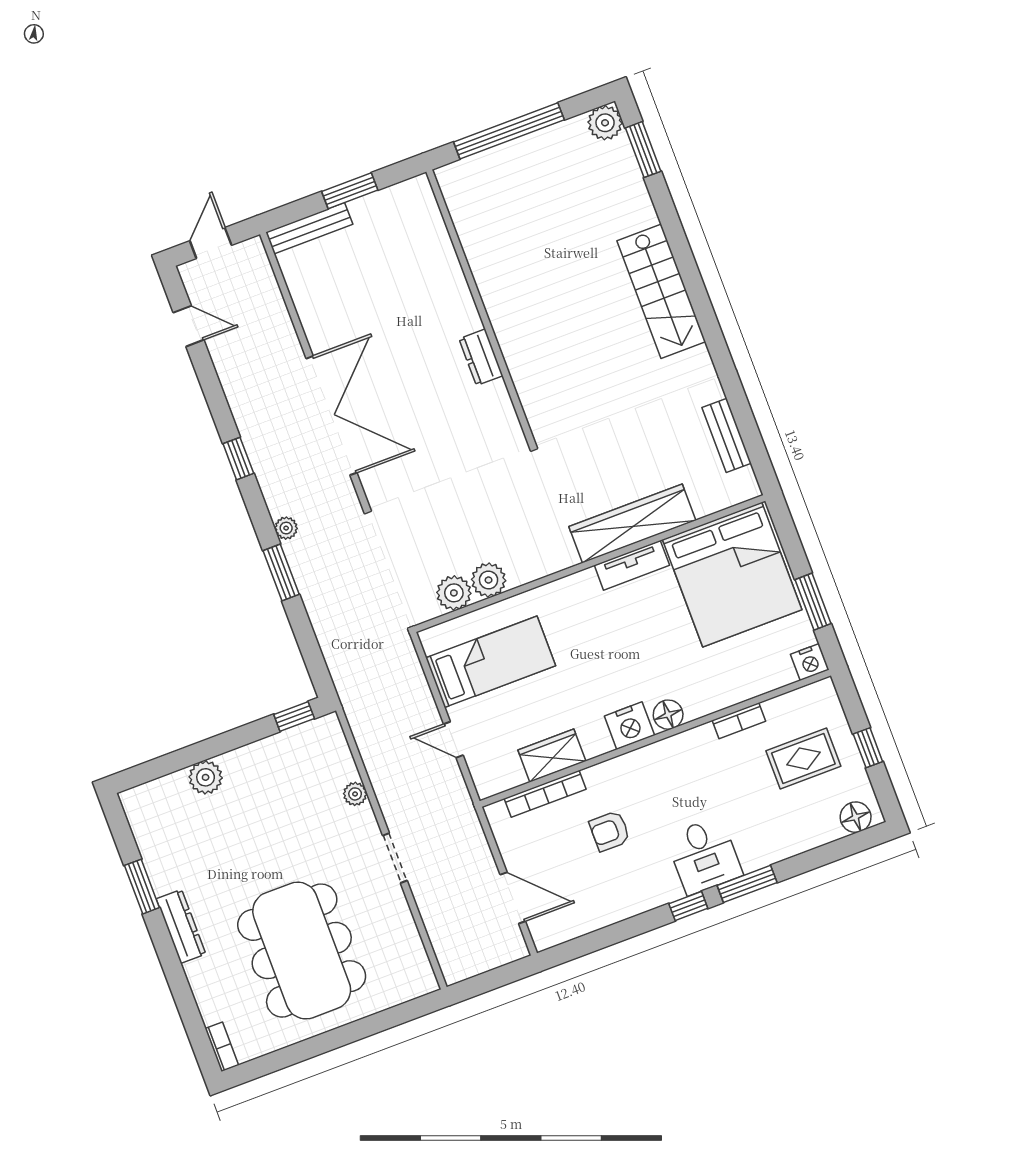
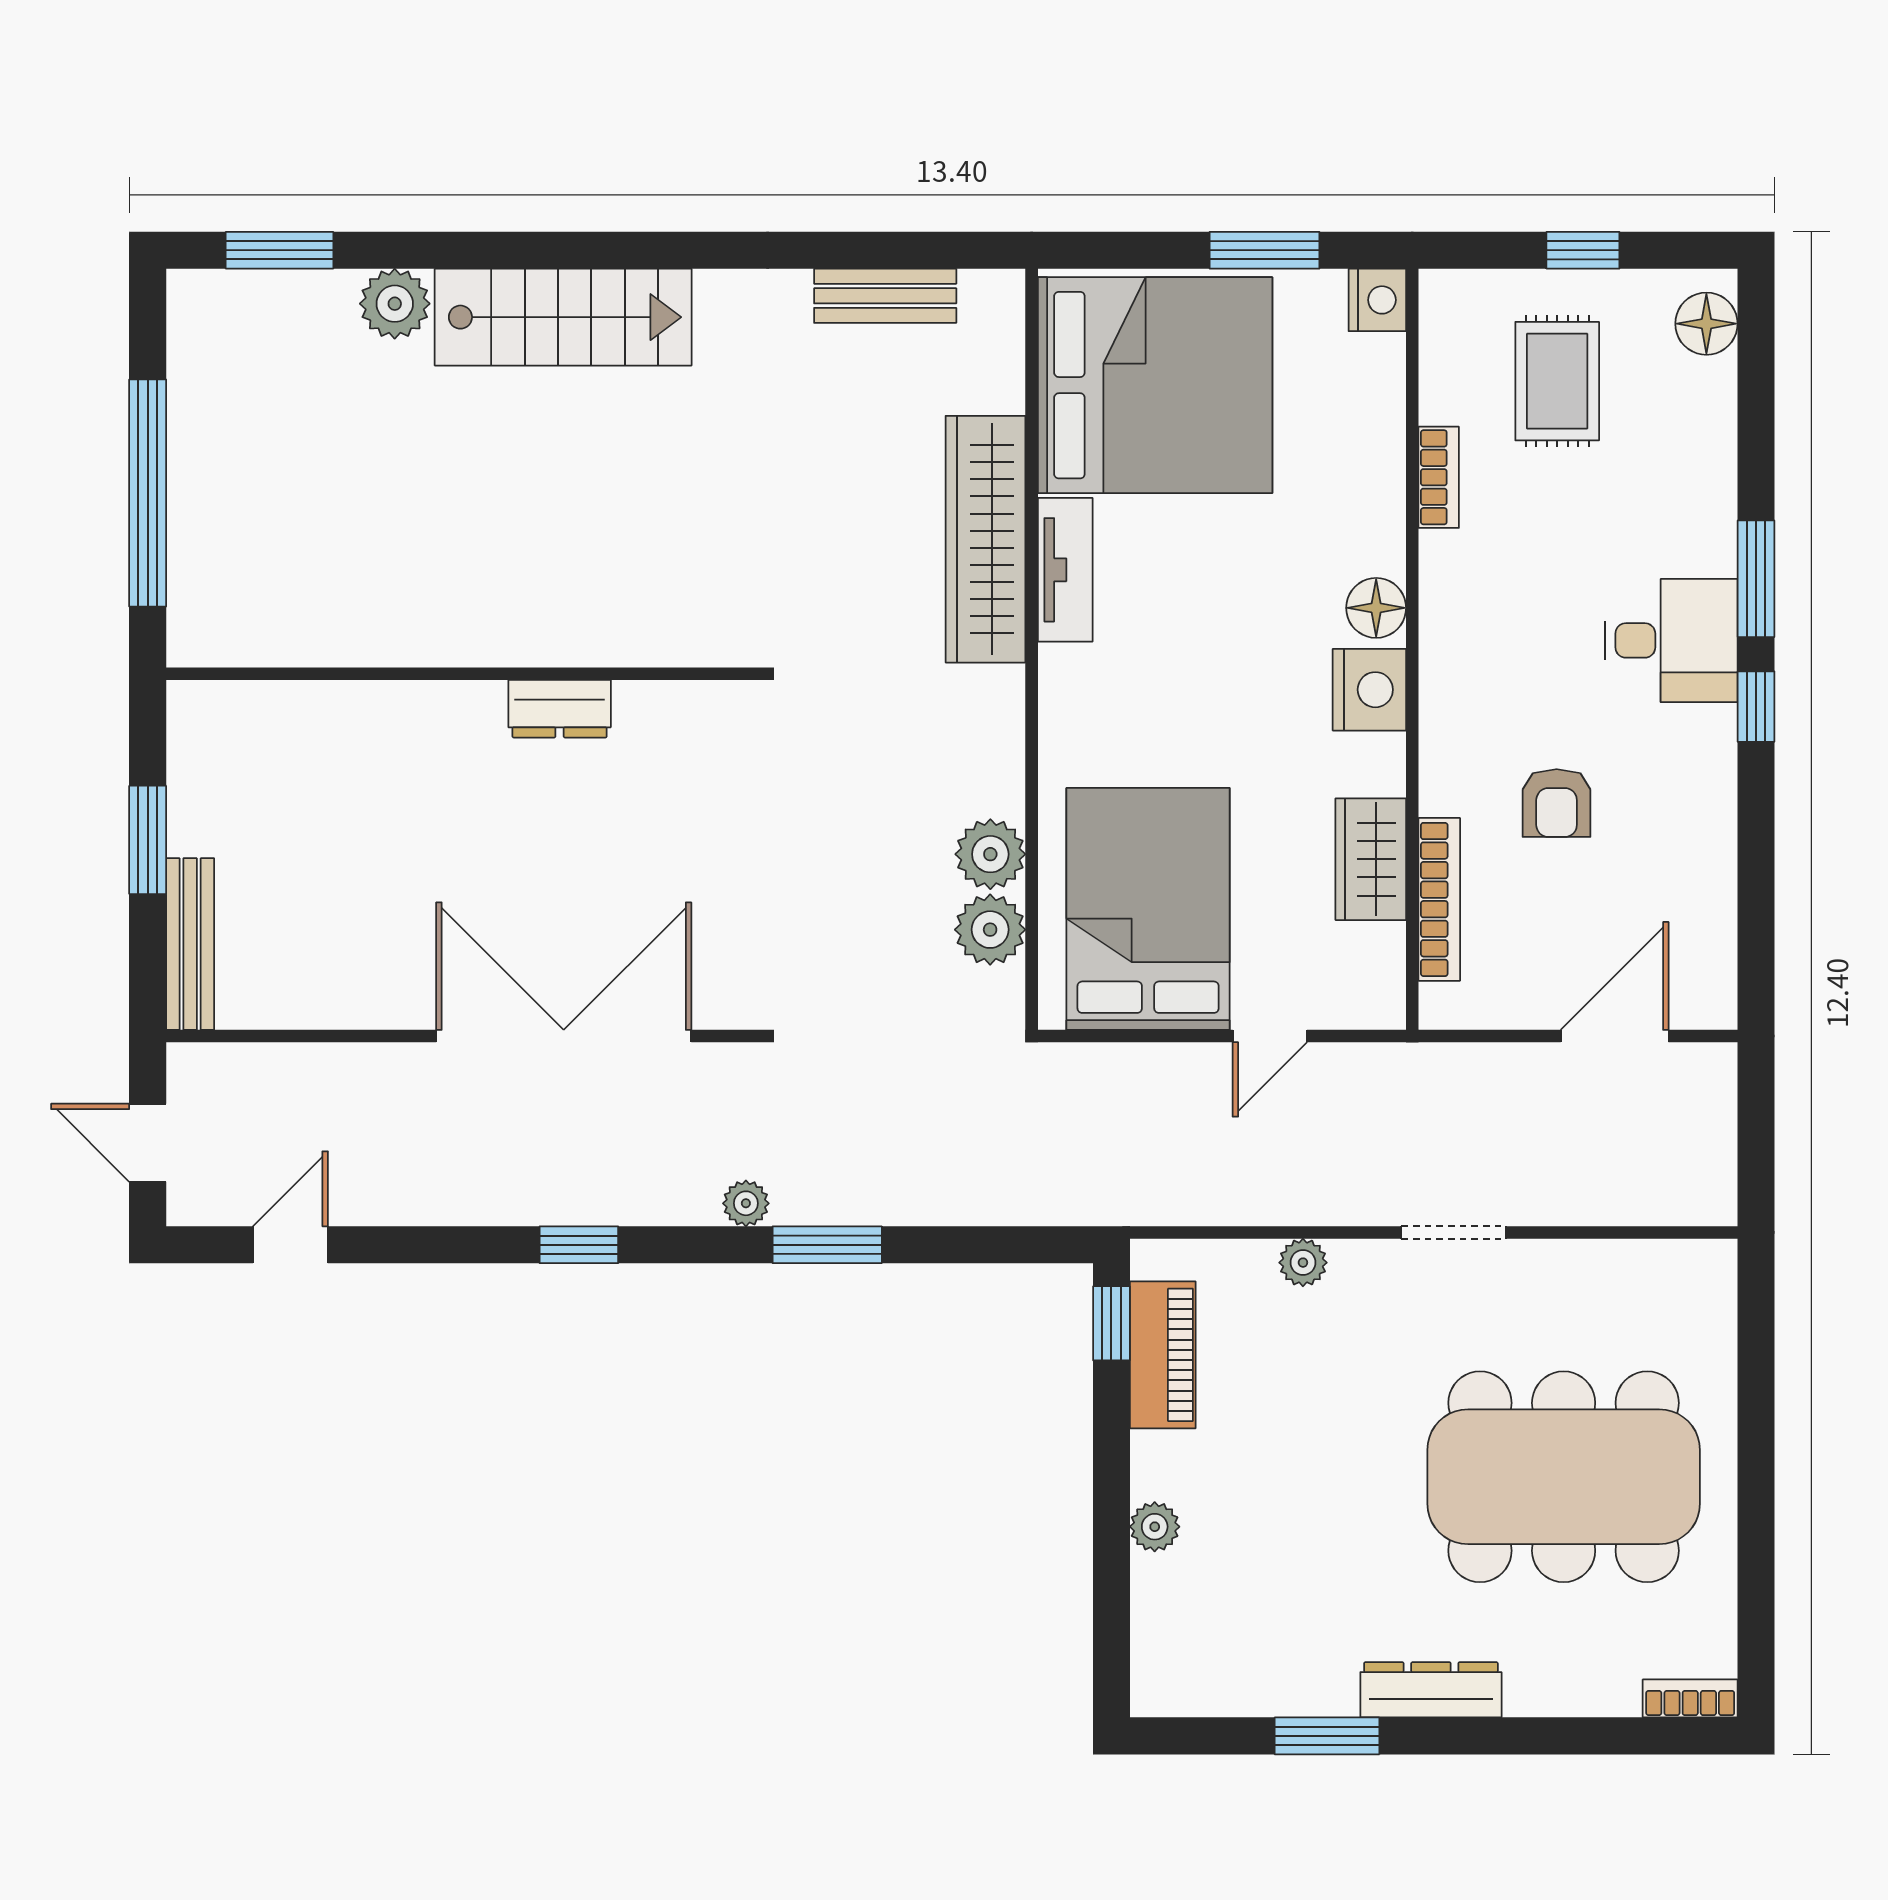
plant: (605, 123) -> (395, 304), moved
bed: (491, 662) -> (1148, 909), width x1.50
piano: (288, 746) -> (1163, 1355), added
plant: (206, 777) -> (1155, 1527), width x0.73, depth x0.73

